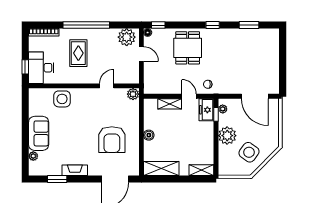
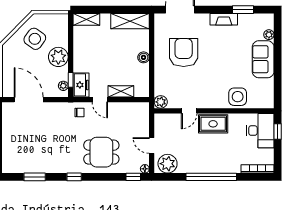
dining table: (188, 48) -> (101, 152), turned 90
rug: (78, 53) -> (213, 124), moved, turned 90

